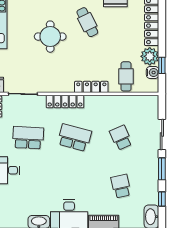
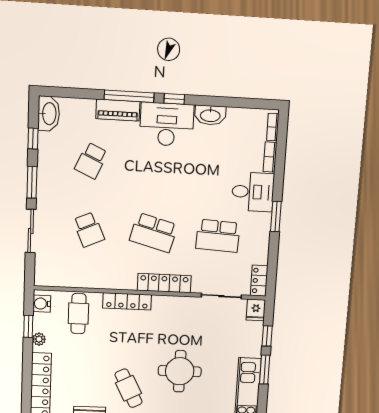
plant: (150, 56) -> (39, 339), width x0.53, depth x0.53
water cooler: (153, 72) -> (42, 304), moved
school desk: (121, 186) -> (91, 161), turned 36

